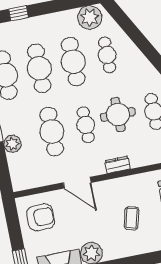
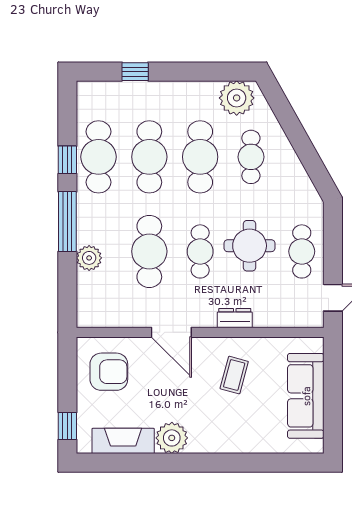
coffee table: (132, 218) -> (234, 375), moved

